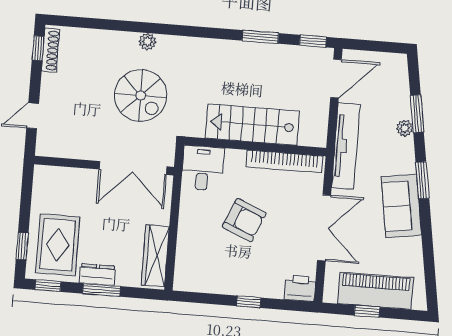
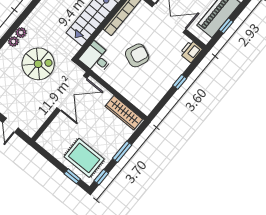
plant: (166, 43) -> (21, 33), added
dresser: (97, 274) -> (113, 148), removed

